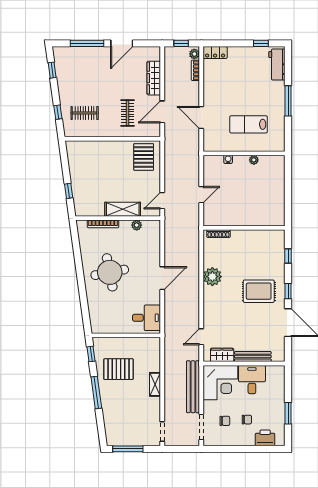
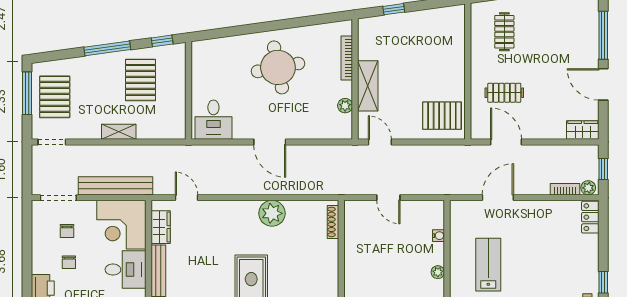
wardrobe: (154, 78) -> (583, 130), moved, width x0.67
pallet: (130, 429) -> (55, 97), added

